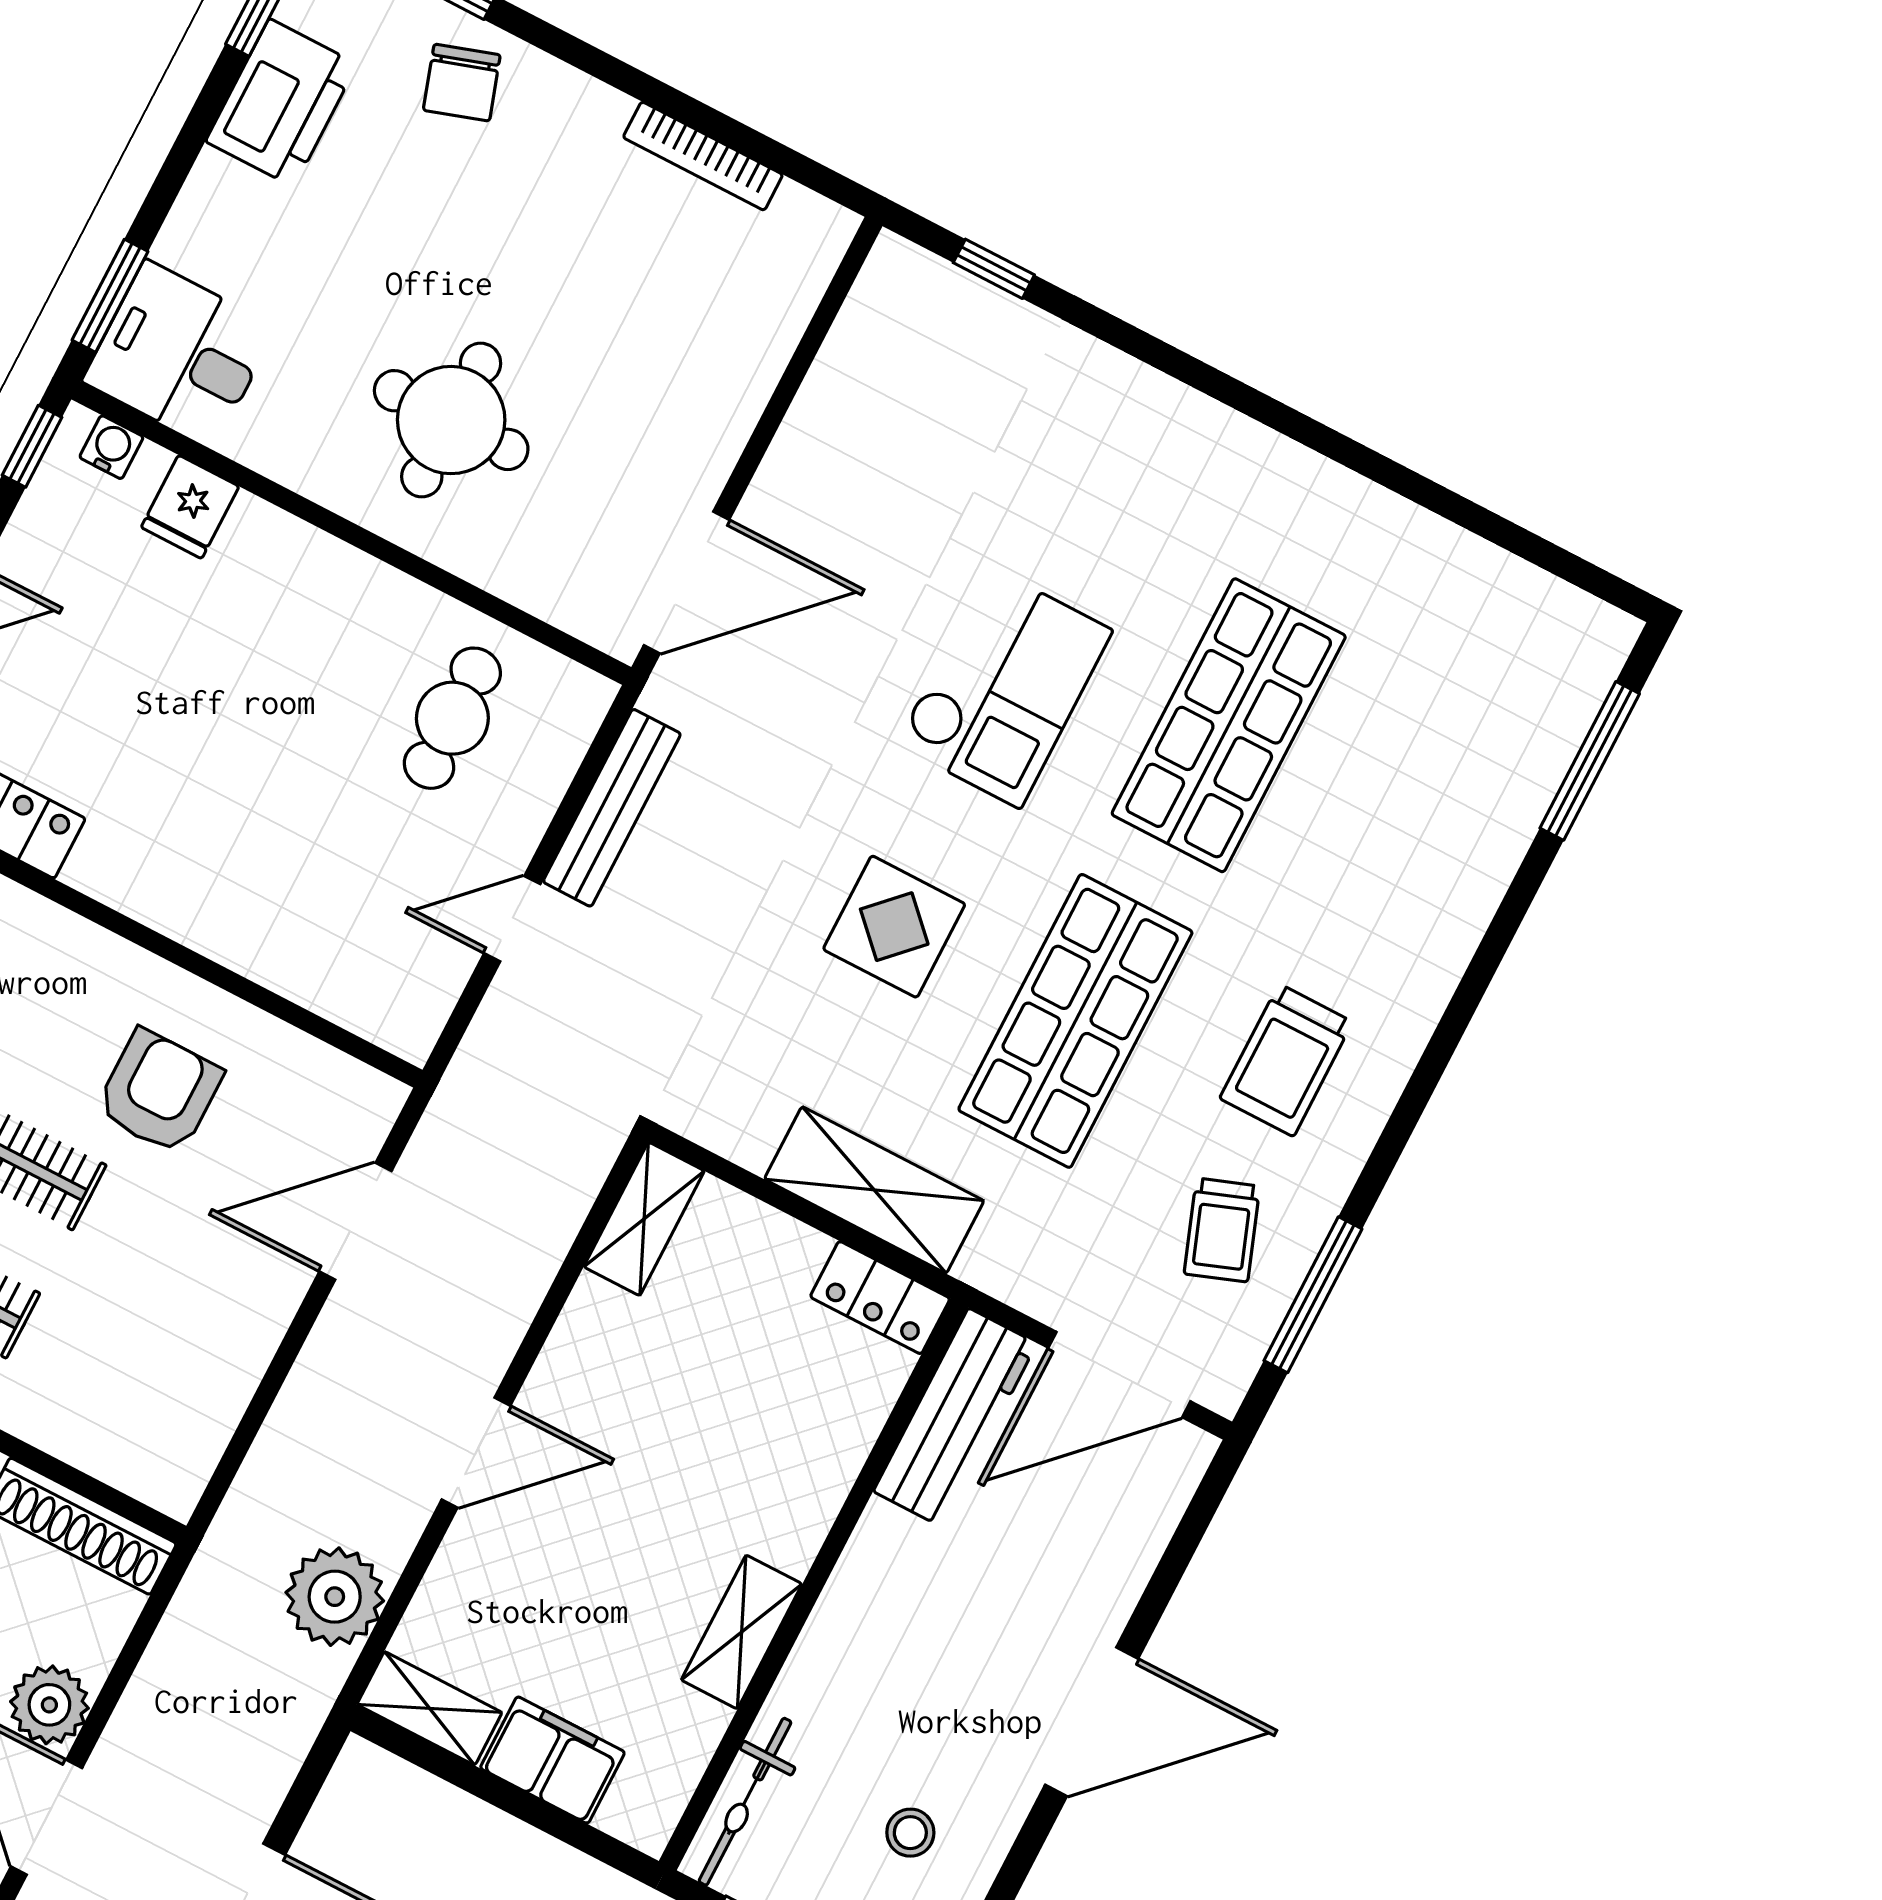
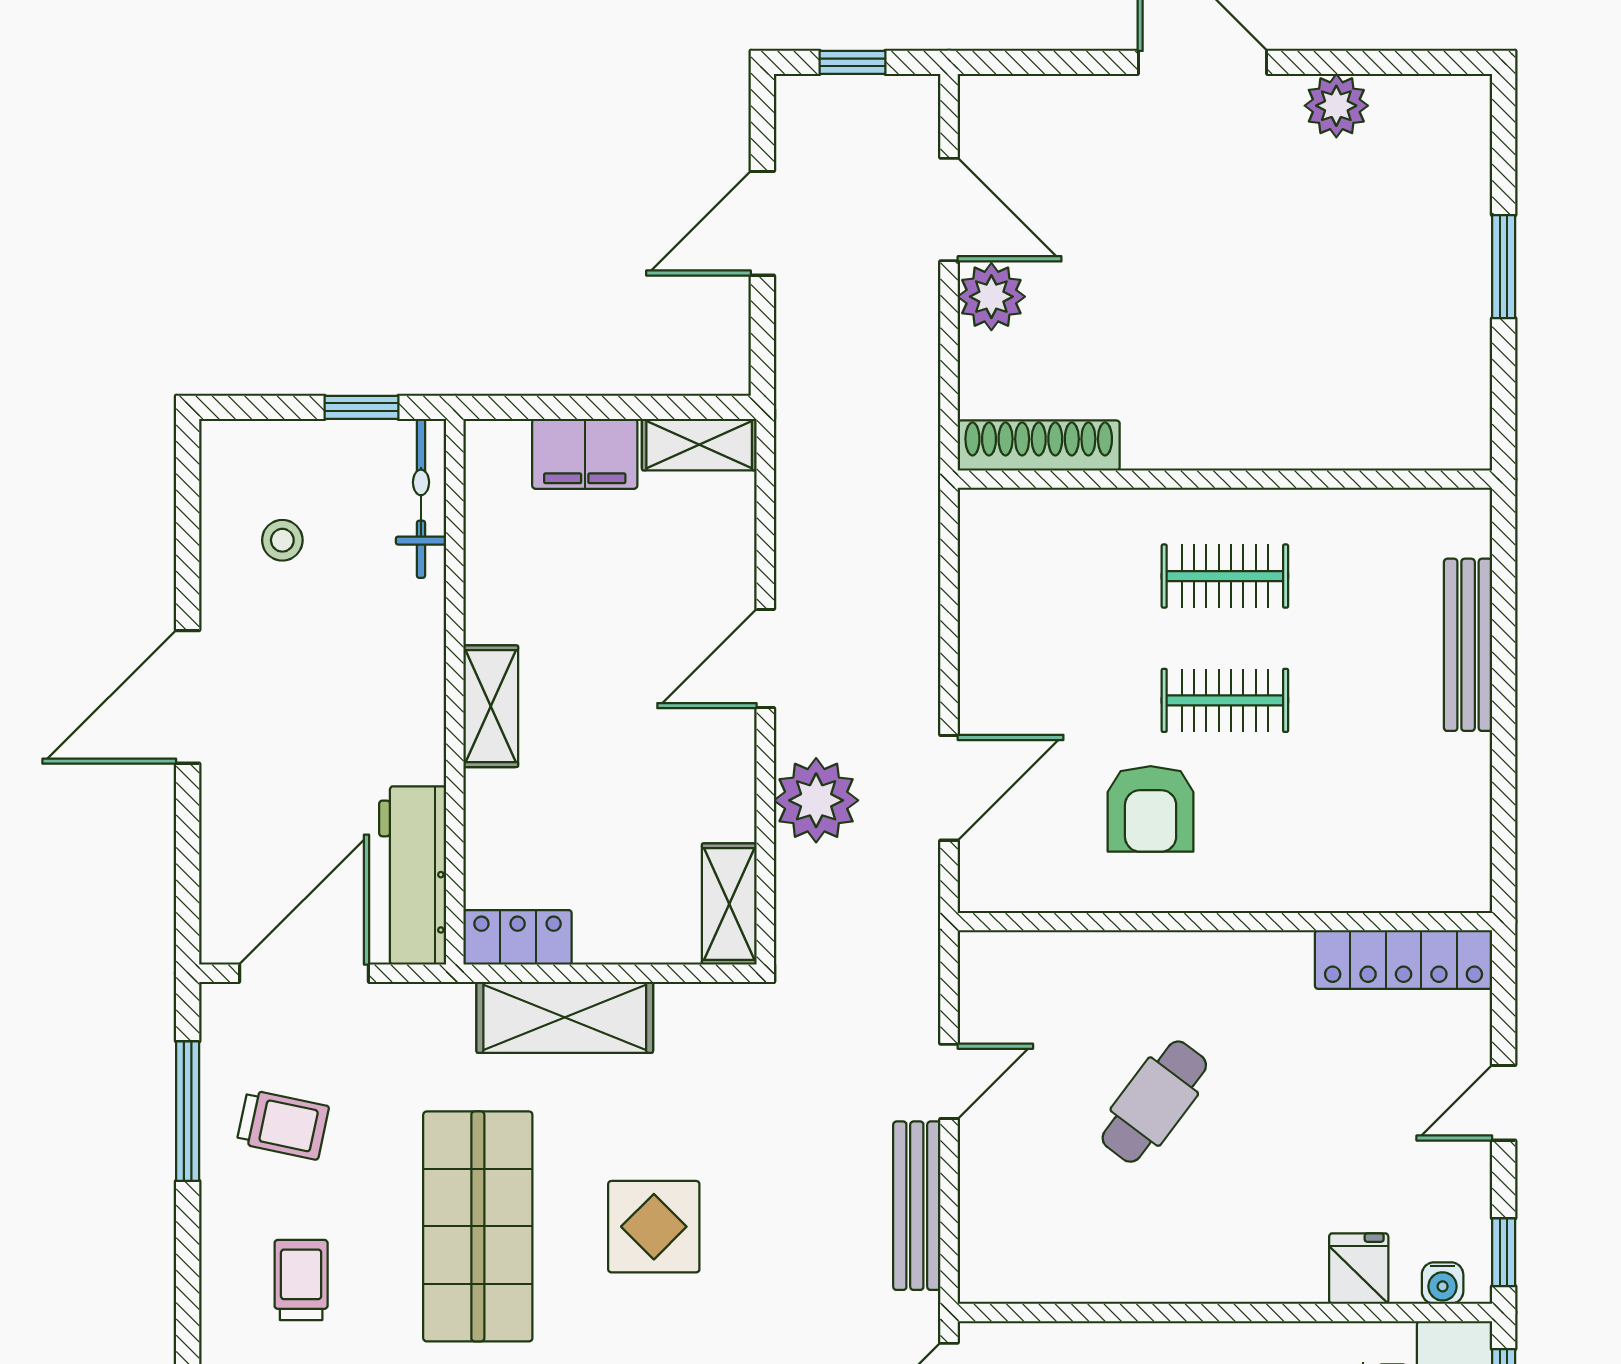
cafe table: (452, 718) -> (1154, 1102), moved, turned 38
trolley: (1286, 1060) -> (301, 1280), width x0.73, depth x0.72
trolley: (1222, 1230) -> (283, 1125), turned 122
plant: (335, 1597) -> (816, 800), moved
shelving: (742, 1632) -> (491, 706), moved

